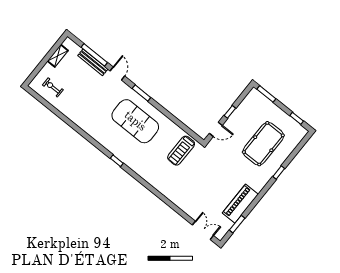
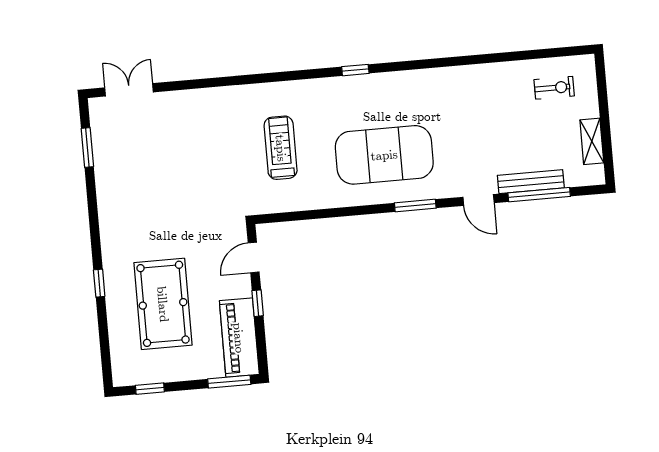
treadmill: (181, 151) -> (281, 148), moved
piano: (240, 204) -> (239, 338), moved, turned 180
double door: (203, 230) -> (129, 90), swing flipped

